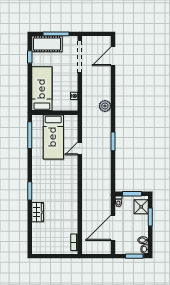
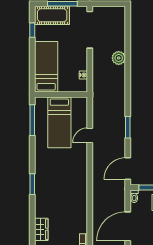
door: (113, 56) -> (128, 169), moved
plant: (105, 106) -> (119, 58), moved
wardrobe: (38, 212) -> (41, 229), moved

